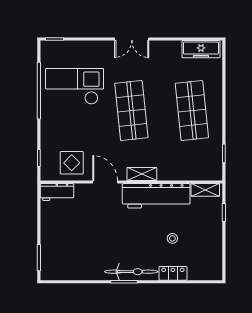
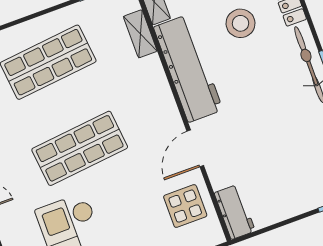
shelving: (142, 174) -> (140, 34), moved
stool: (172, 238) -> (241, 23), width x1.89, depth x1.89

